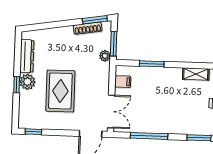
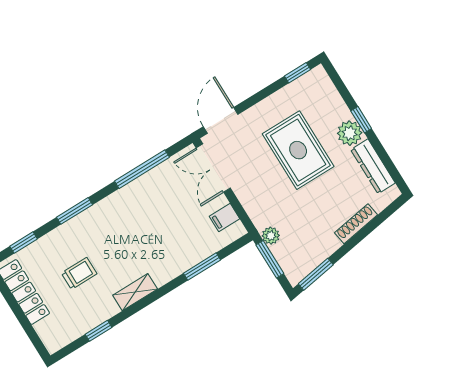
shoe rack: (88, 28) -> (356, 224), moved

